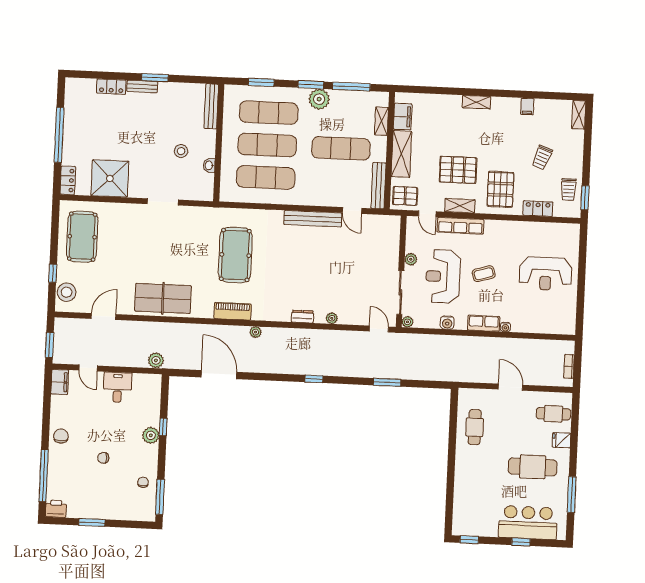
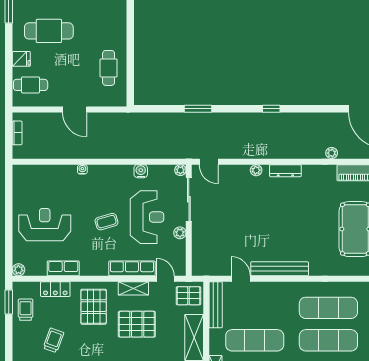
plant: (574, 230) -> (18, 270), added
dresser: (303, 317) -> (285, 171), width x1.44
row of seats: (484, 323) -> (63, 268), moved, turned 180

